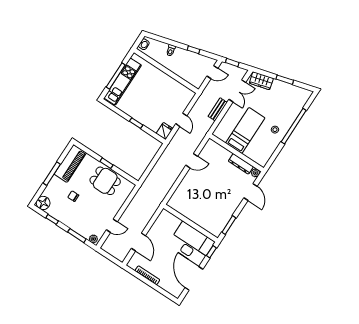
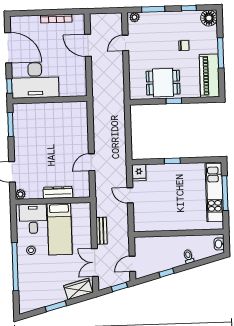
desk: (258, 150) -> (33, 219), added
dresser: (241, 164) -> (58, 192), moved

